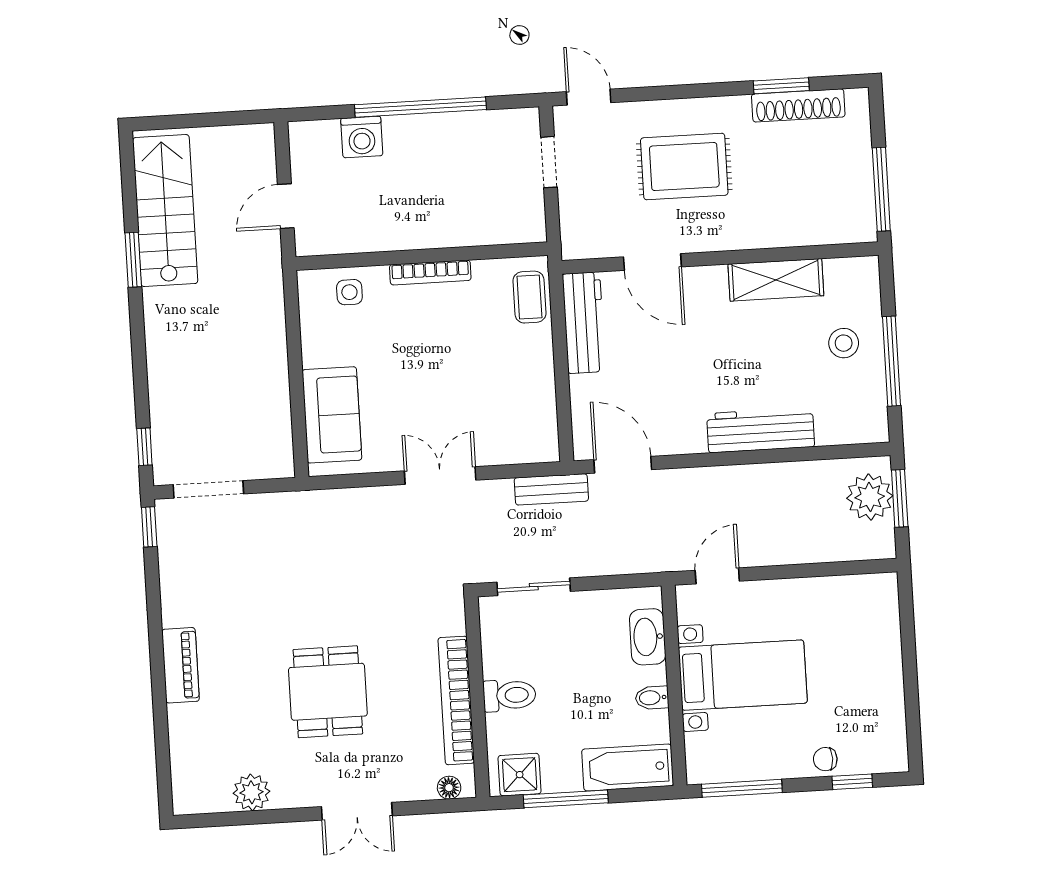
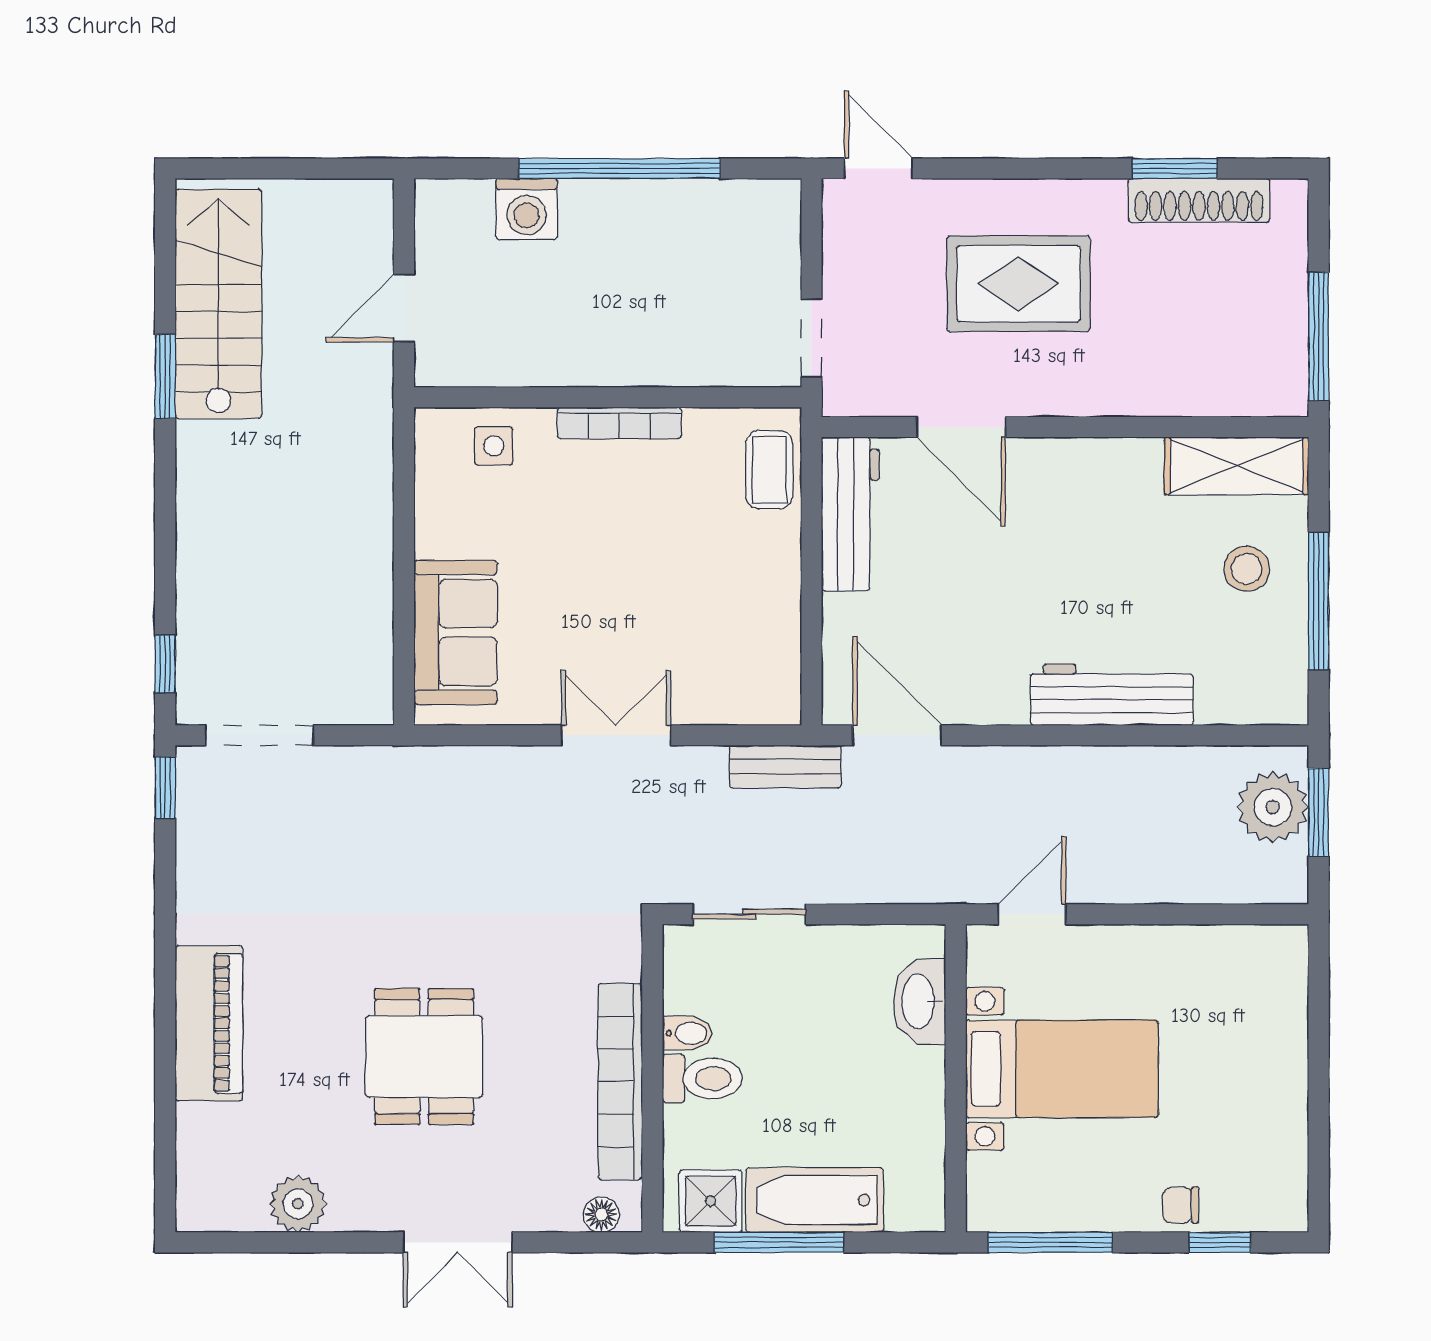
doorway: (549, 162) -> (811, 338), moved
shelving: (776, 280) -> (1237, 466), moved
piano: (180, 665) -> (209, 1023), width x1.37, depth x1.33
bidet: (652, 698) -> (687, 1033), moved, turned 180
bathtub: (628, 767) -> (815, 1200), moved

